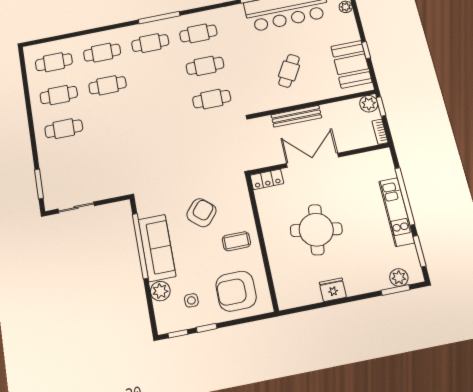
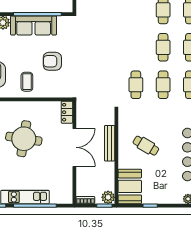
booth: (351, 64) -> (130, 186), moved, turned 90
cafe table: (156, 76) -> (163, 47), added
armchair: (201, 213) -> (52, 61), turned 139

